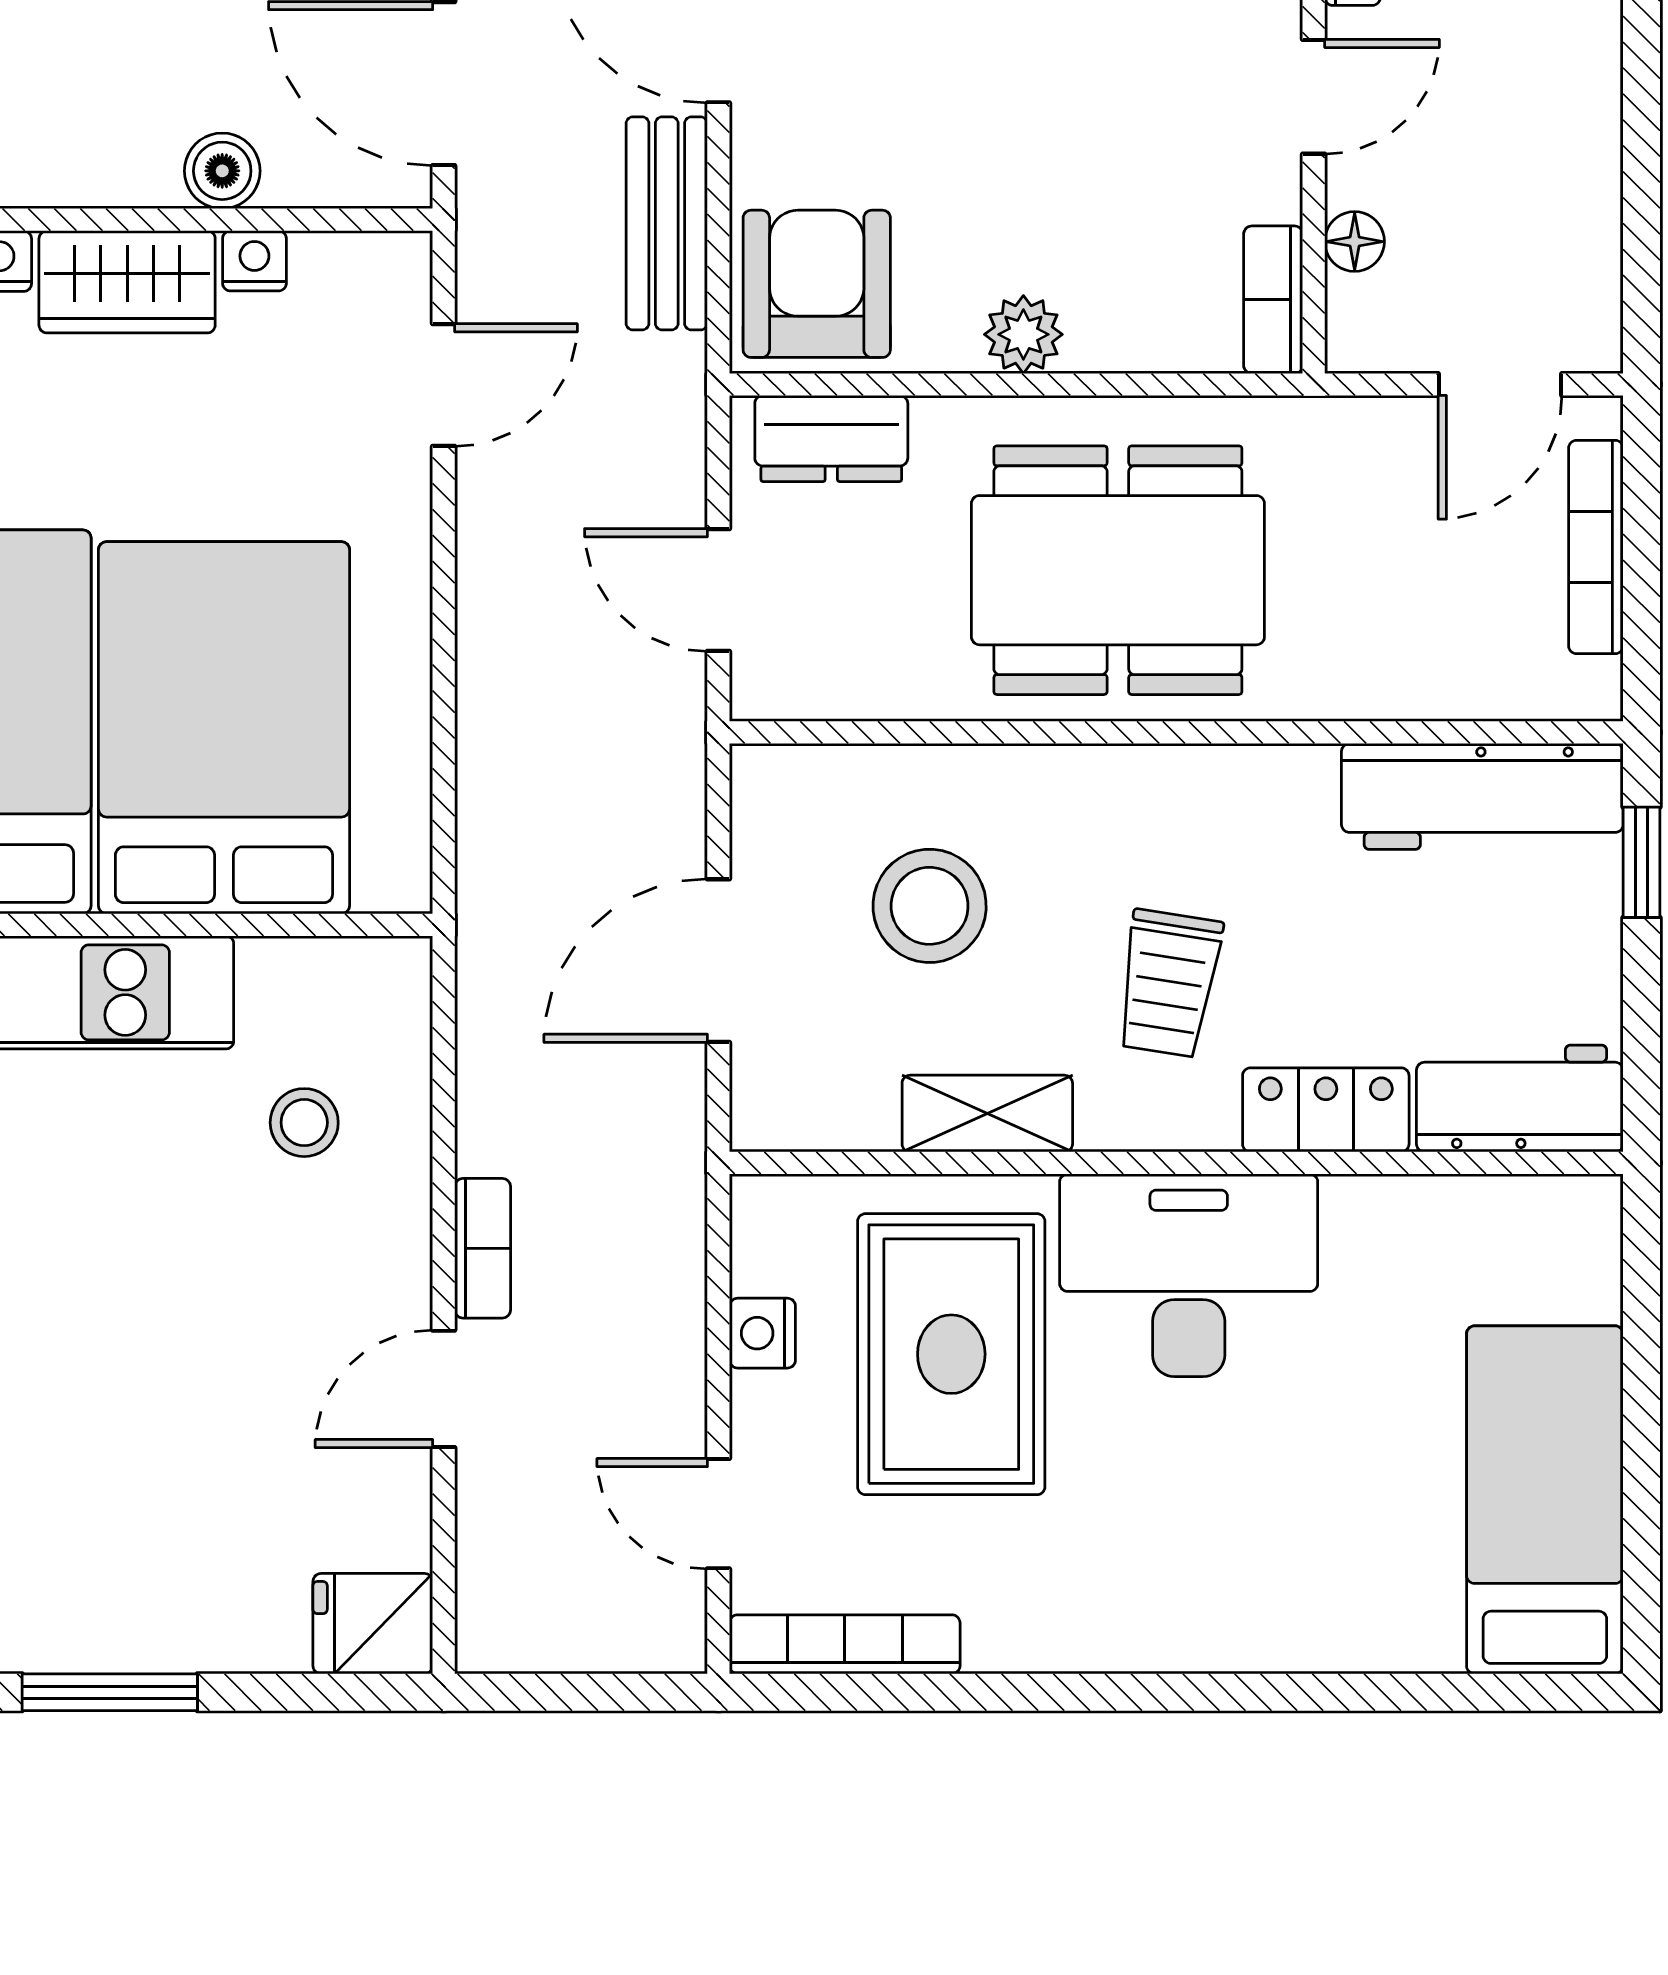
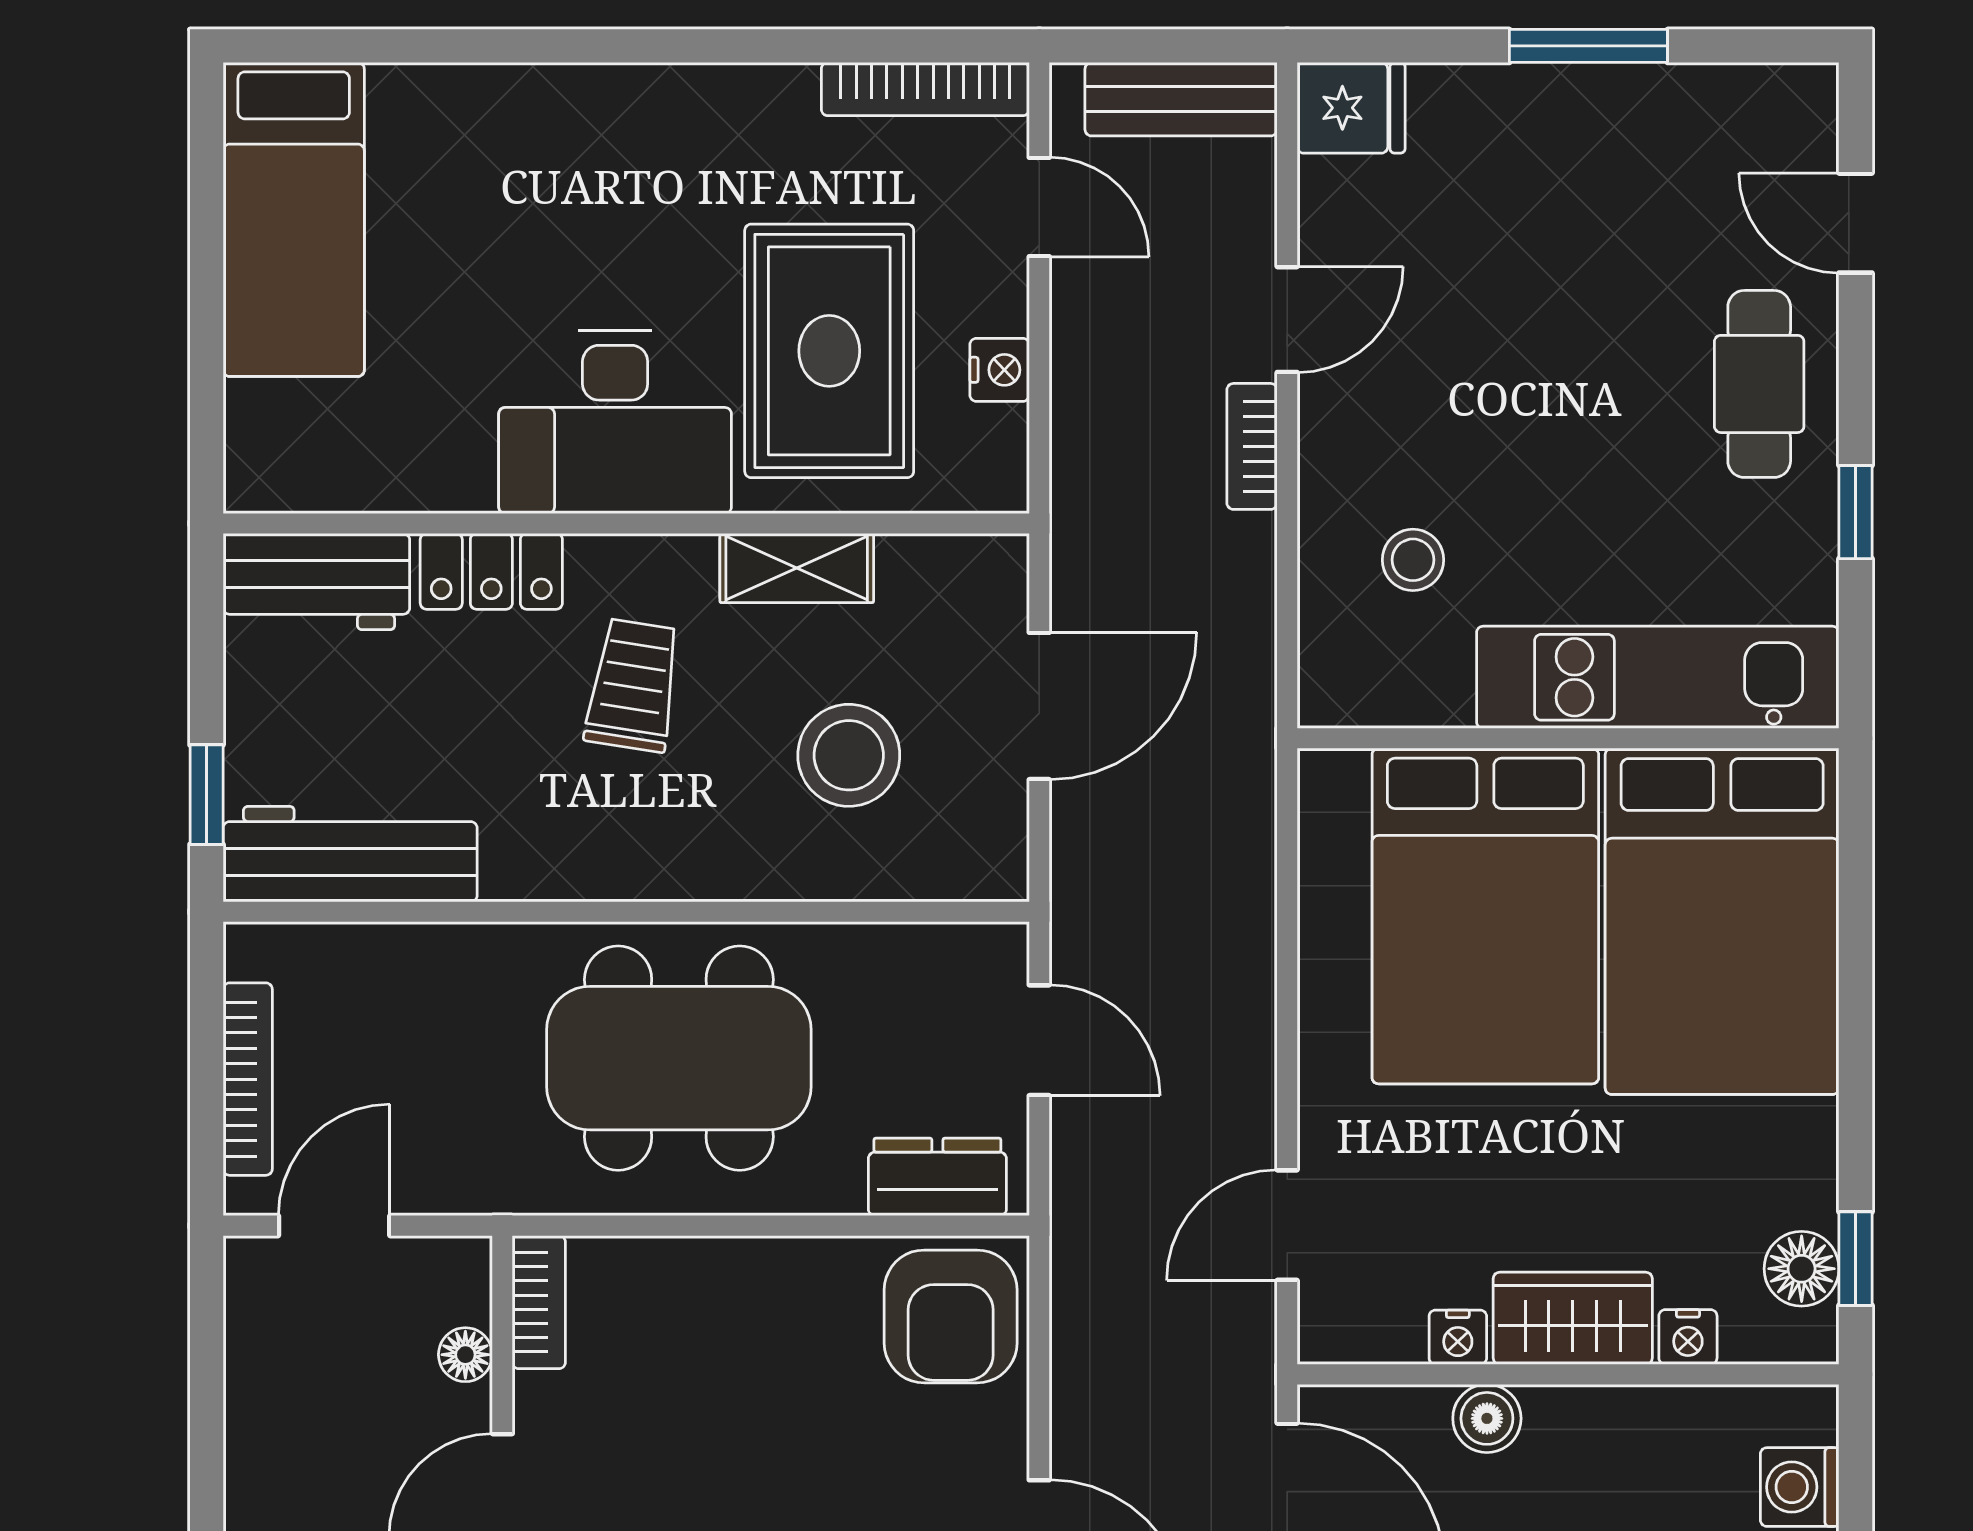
bench: (667, 223) -> (1181, 99), moved, turned 90
plant: (1023, 334) -> (764, 1271), removed

